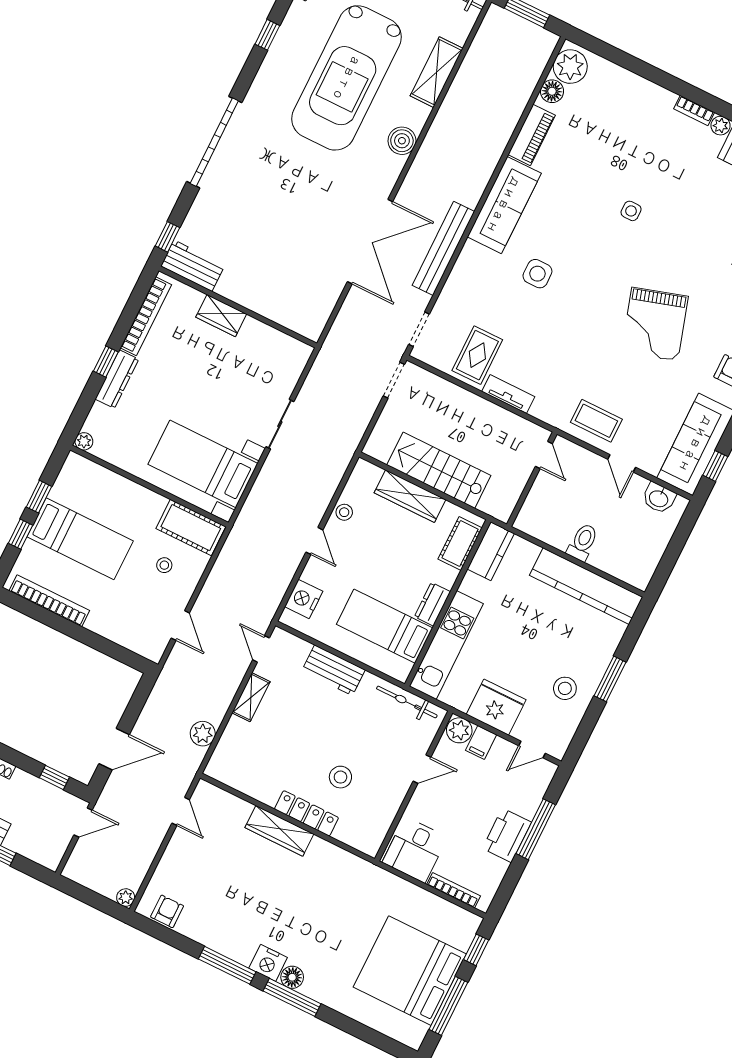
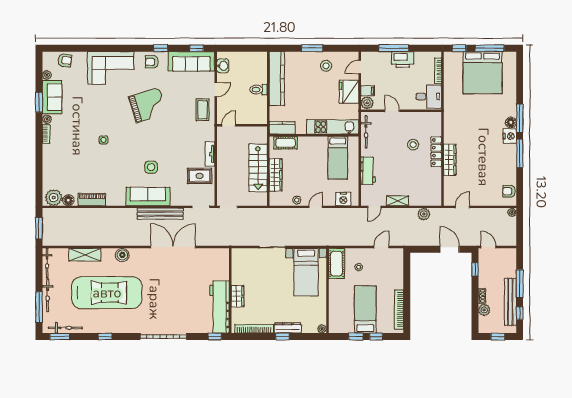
sofa: (504, 205) -> (148, 196), moved
workbench: (193, 266) -> (220, 307), width x1.88, depth x1.32
dresser: (432, 604) -> (318, 142), removed
door: (532, 750) -> (360, 67), swing flipped

